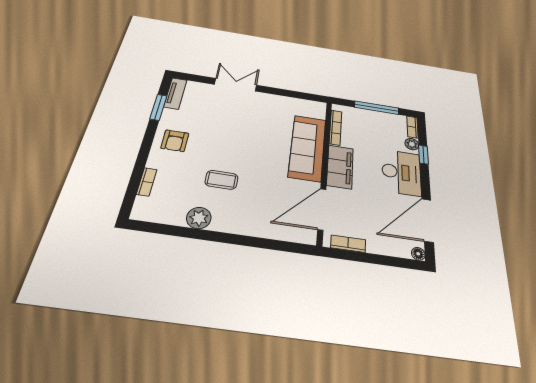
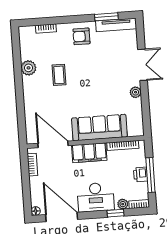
tv unit: (175, 93) -> (116, 25), width x1.41
plant: (269, 99) -> (136, 92), added
printer: (375, 117) -> (140, 174), added

